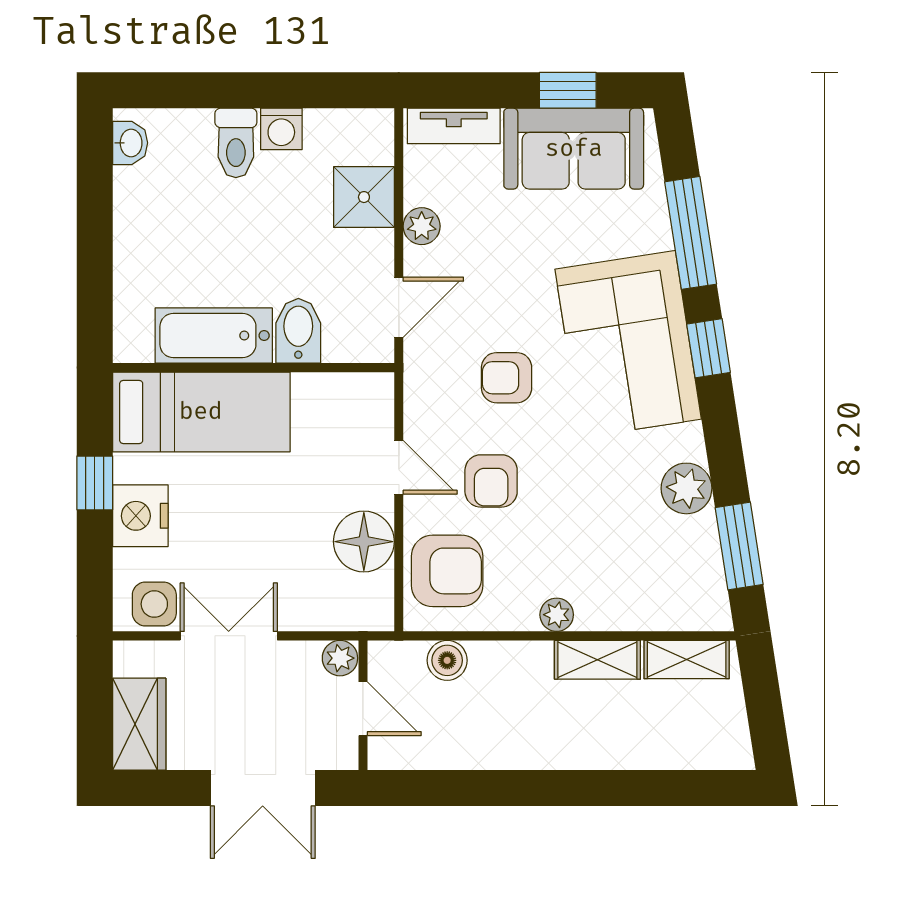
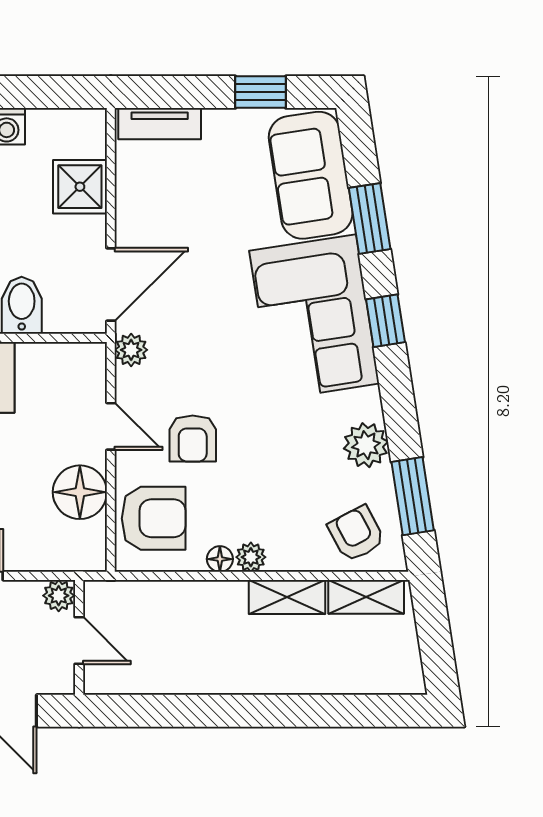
sofa: (574, 149) -> (311, 175), moved, turned 81
plant: (422, 226) -> (131, 350), moved
window: (691, 233) -> (370, 219), width x0.69
door: (399, 307) -> (111, 284), width x1.38
armchair: (507, 378) -> (356, 534), moved, turned 62
floor lamp: (522, 617) -> (220, 559), added
boiler: (447, 660) -> (154, 598), removed

